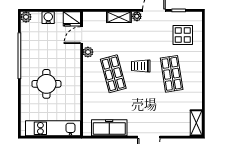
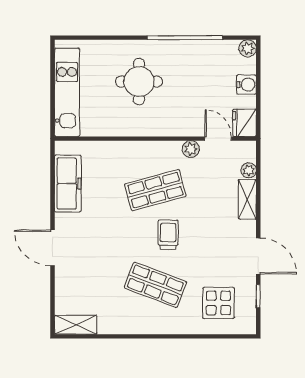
plant: (137, 16) -> (249, 170), moved
shop shelf: (172, 74) -> (155, 285), turned 30

